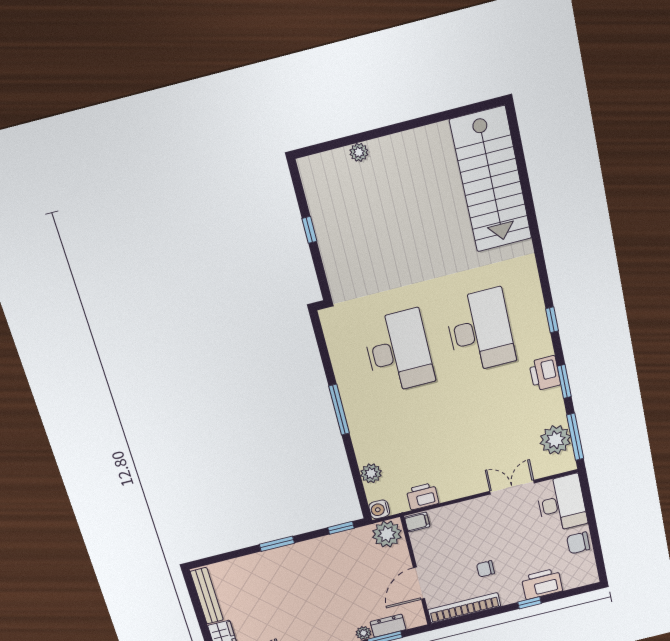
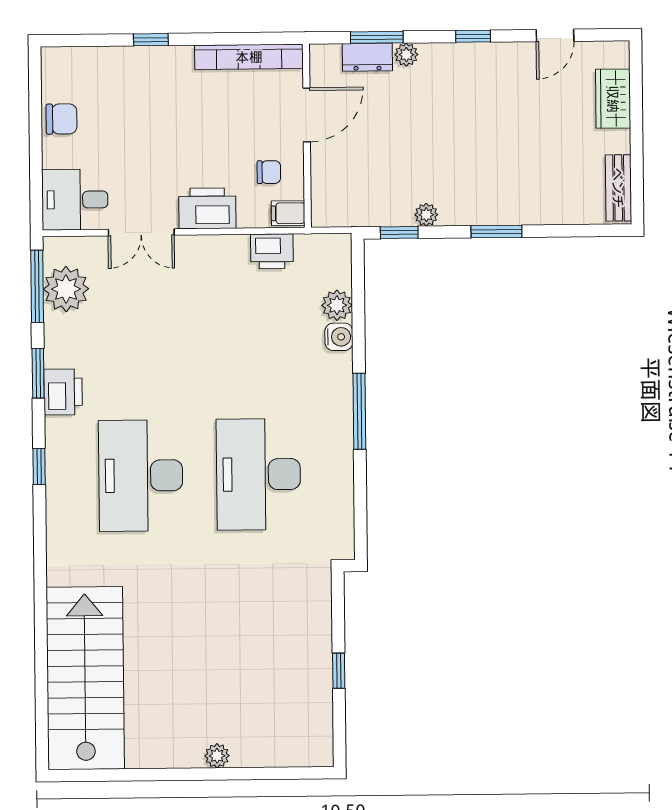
plant: (359, 152) -> (217, 756), moved
desk: (562, 503) -> (75, 200), width x0.73
water cooler: (379, 509) -> (339, 337), moved
plant: (387, 534) -> (426, 215), moved, width x0.53, depth x0.53
chair: (485, 569) -> (269, 172), moved
printer: (542, 584) -> (207, 208), moved, turned 180
bench: (207, 596) -> (618, 188), width x0.73

